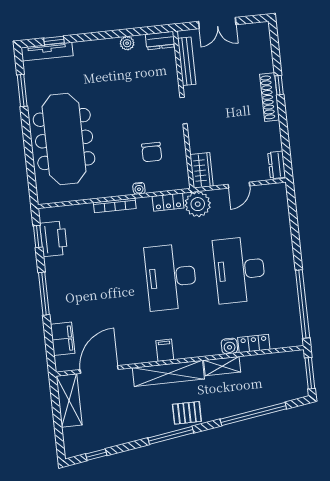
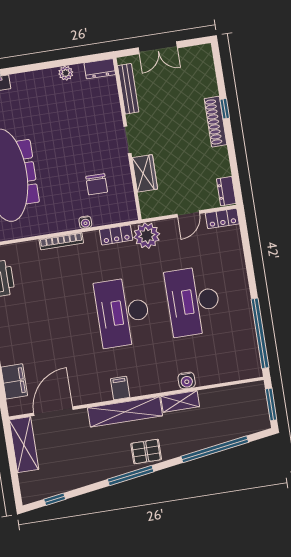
wardrobe: (202, 170) -> (145, 173), moved
locker: (254, 343) -> (222, 218), moved, turned 180

